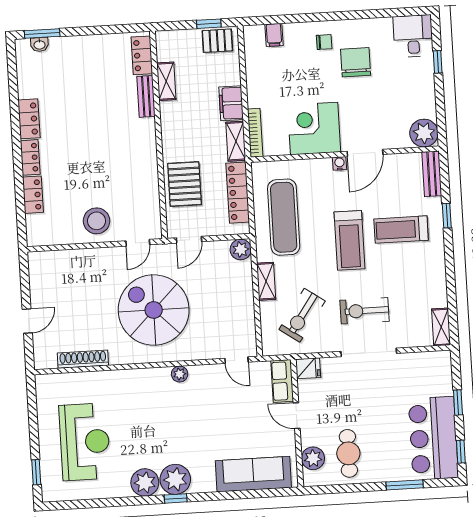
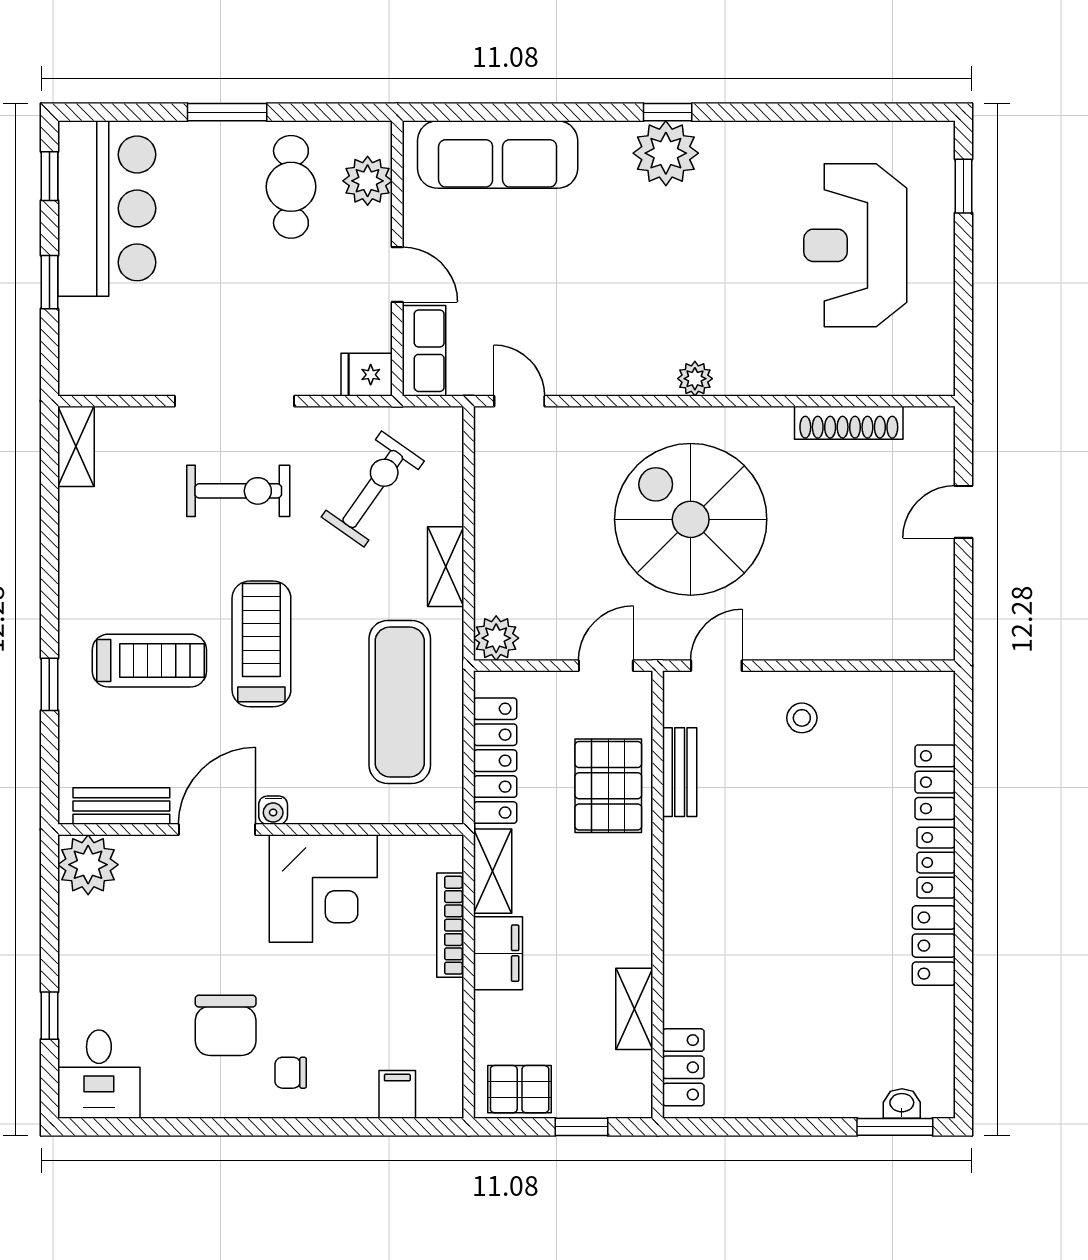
window: (209, 24) -> (581, 1127), moved
bench: (146, 96) -> (680, 772), moved
bookcase: (255, 133) -> (450, 925), moved
bench: (432, 174) -> (121, 806), moved, turned 90
stool: (97, 221) -> (802, 718), width x0.53, depth x0.53
spiral stairs: (154, 310) -> (691, 519), turned 180
plant: (180, 374) -> (695, 379), moved
plant: (145, 482) -> (732, 150), removed
window: (405, 485) -> (227, 112), moved

